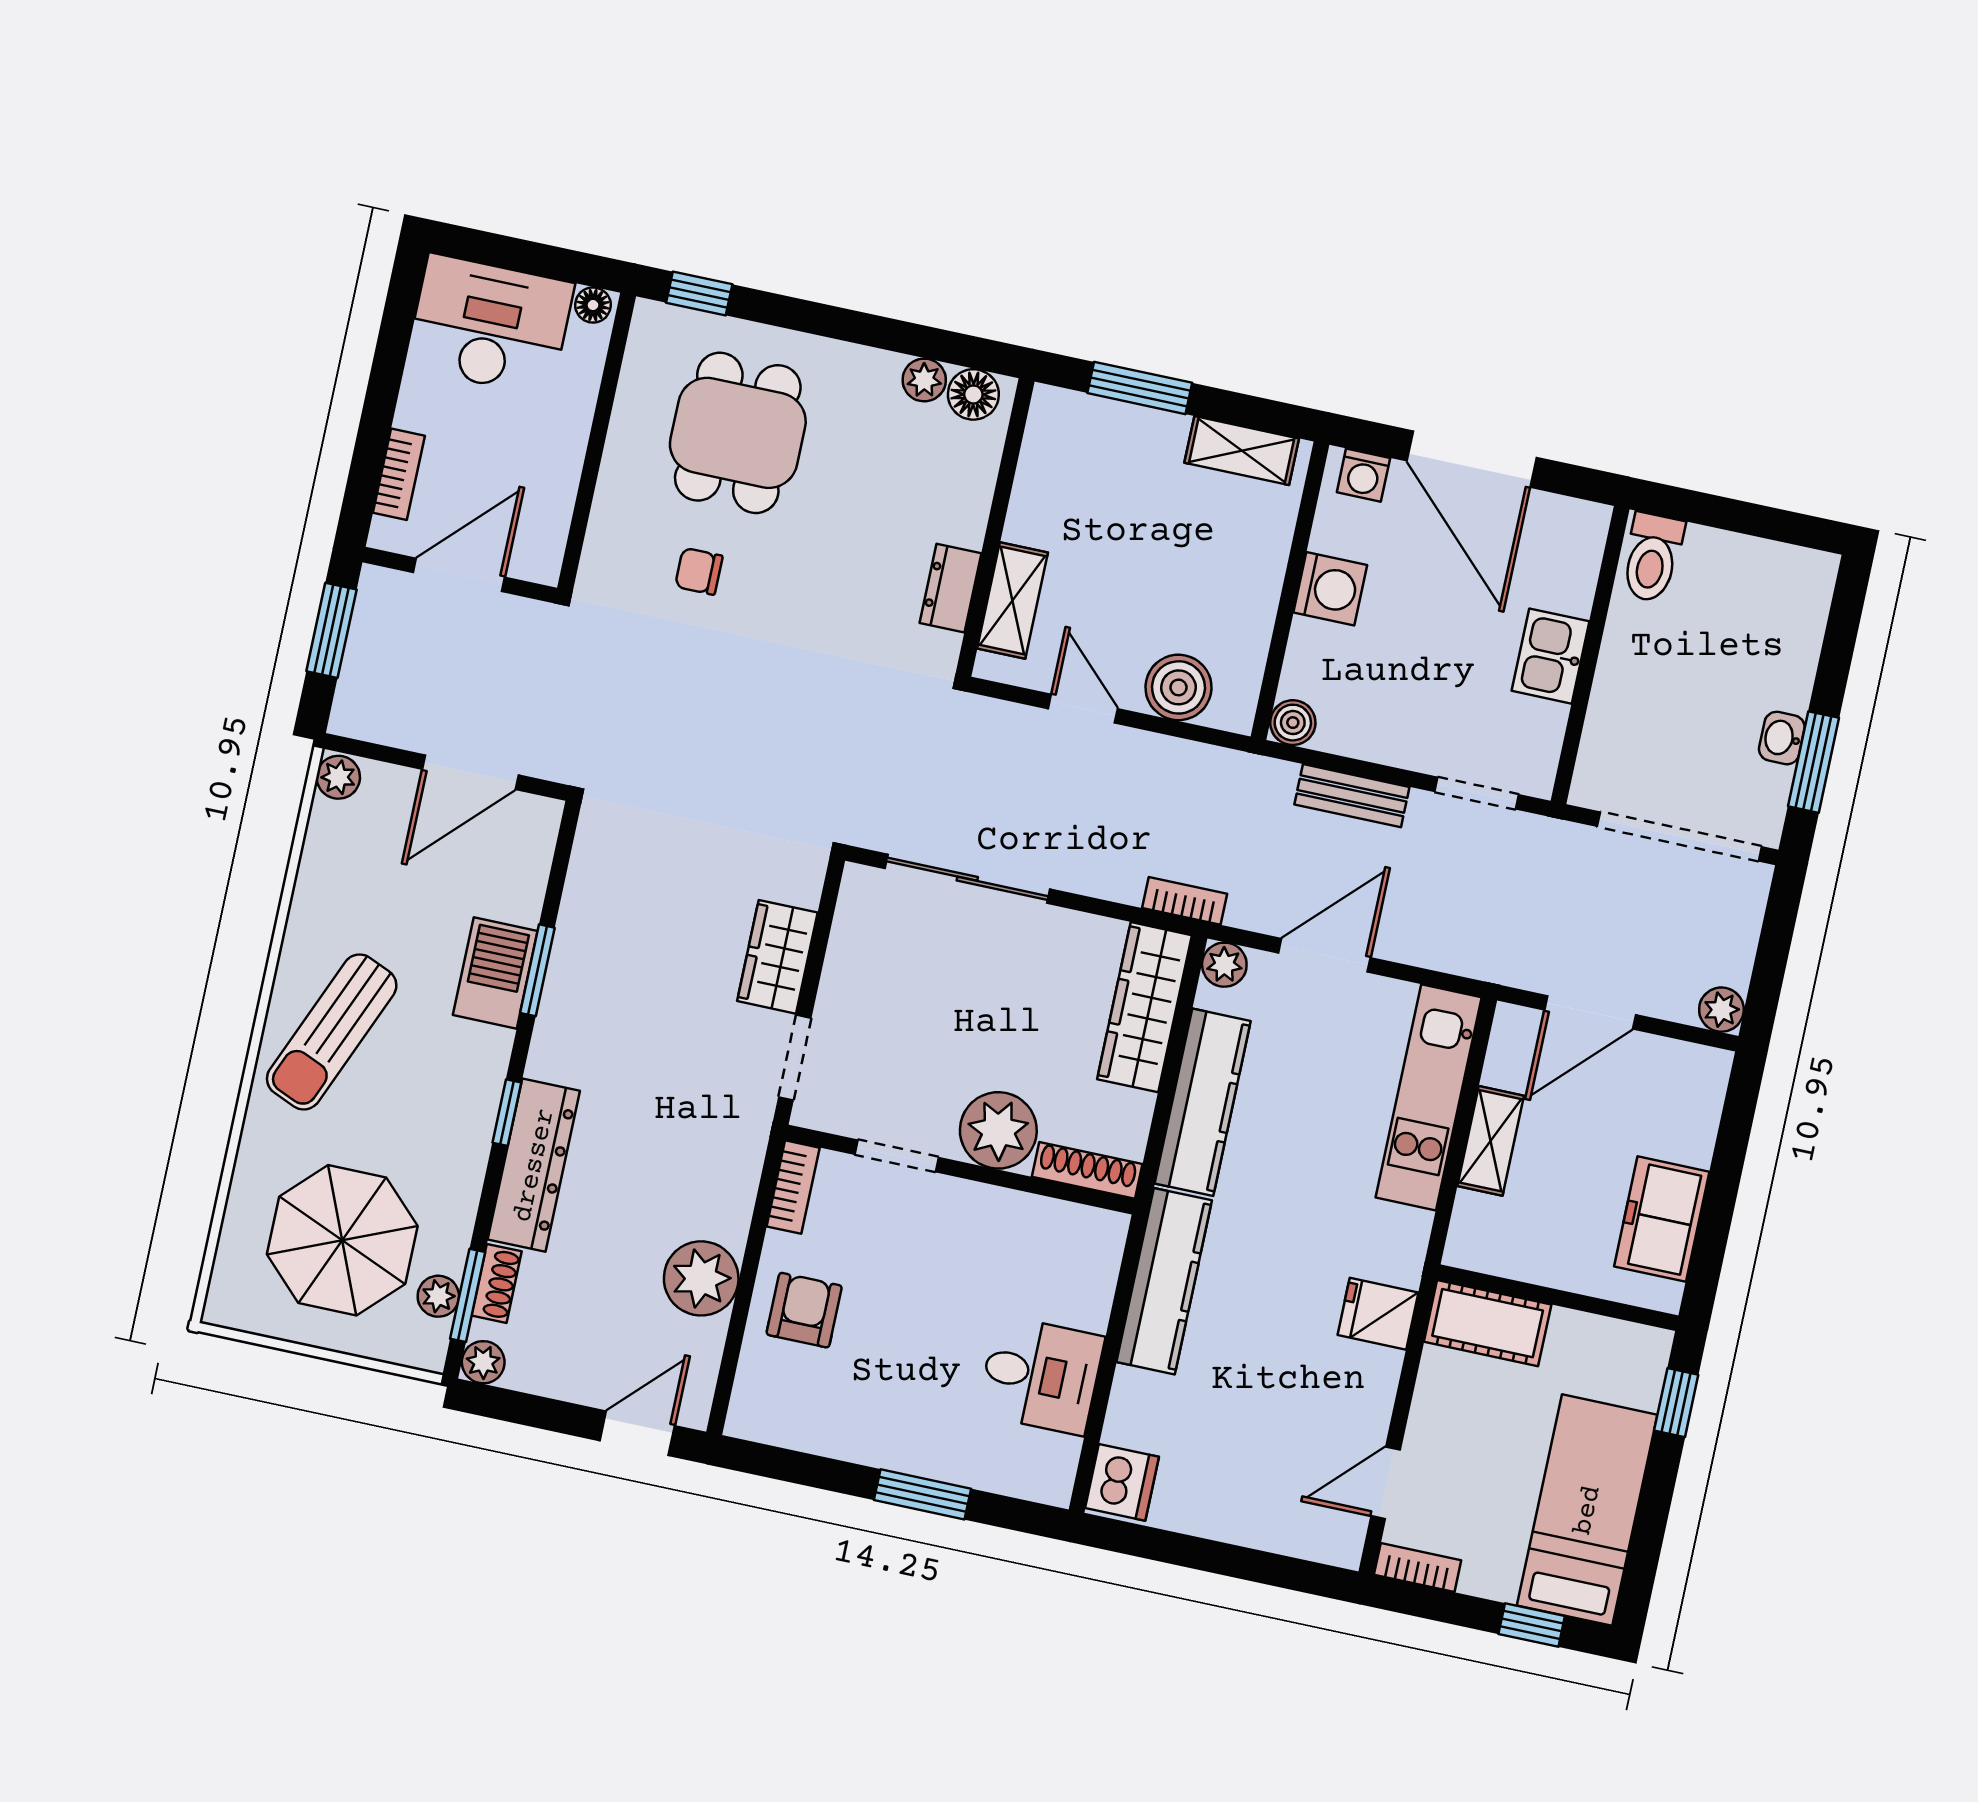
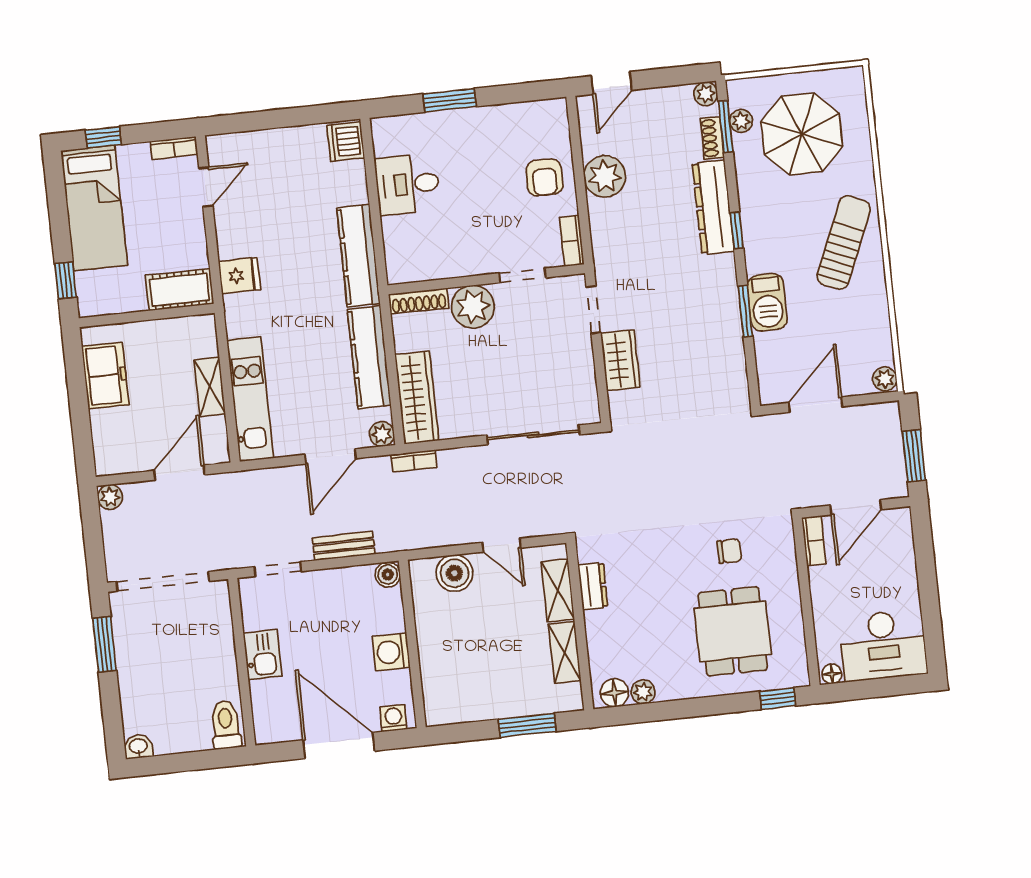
shelving: (1242, 451) -> (565, 652), moved, turned 90
bookcase: (399, 474) -> (814, 541), moved, turned 180
washbasin: (1782, 738) -> (138, 747), moved, turned -90

